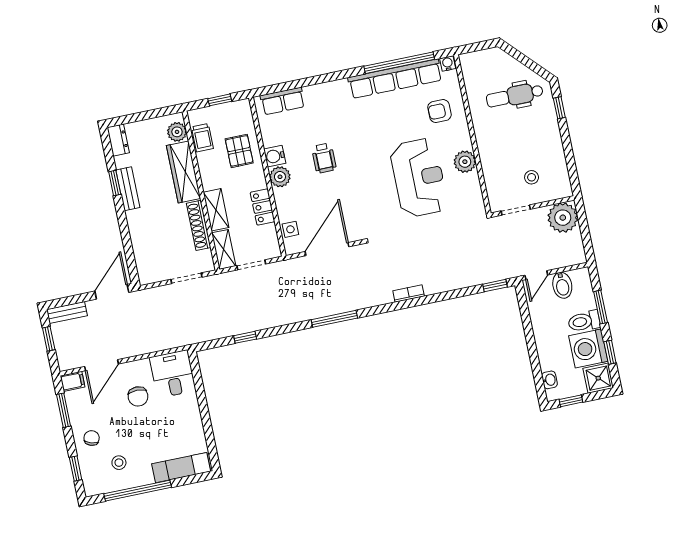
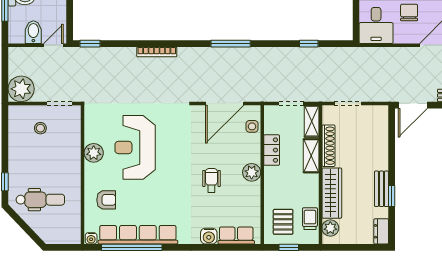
pallet: (239, 151) -> (283, 222), moved
water cooler: (275, 156) -> (209, 236), moved, turned 90
bookcase: (409, 294) -> (157, 52), width x1.56

